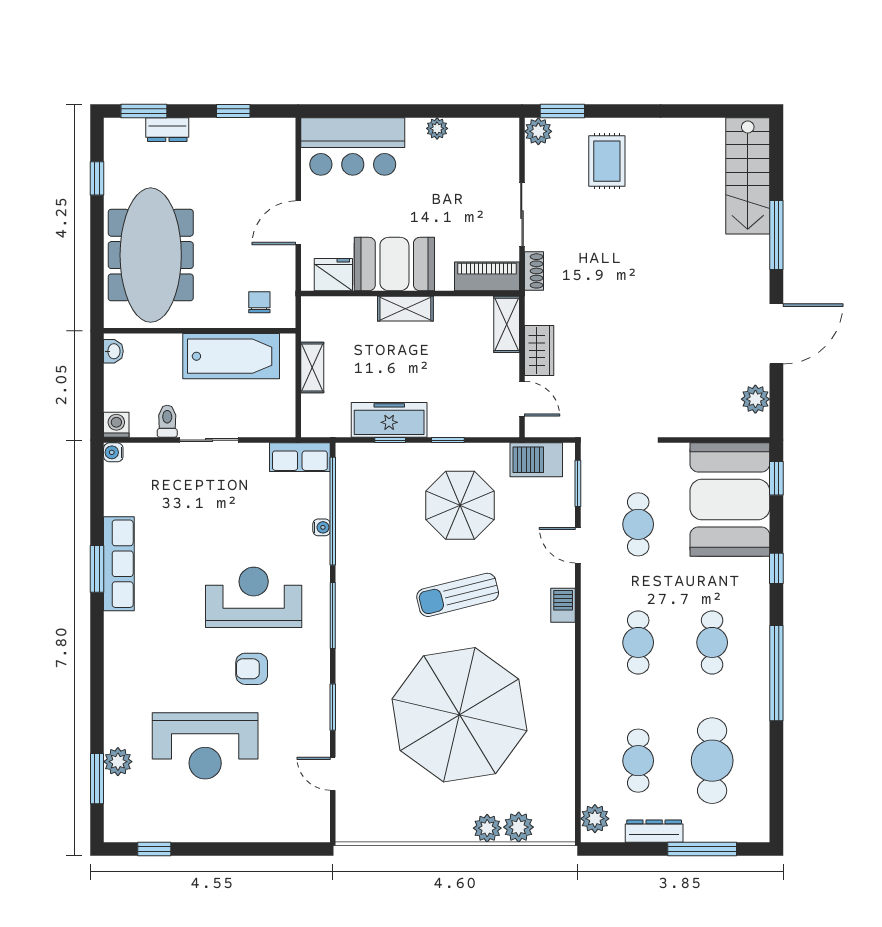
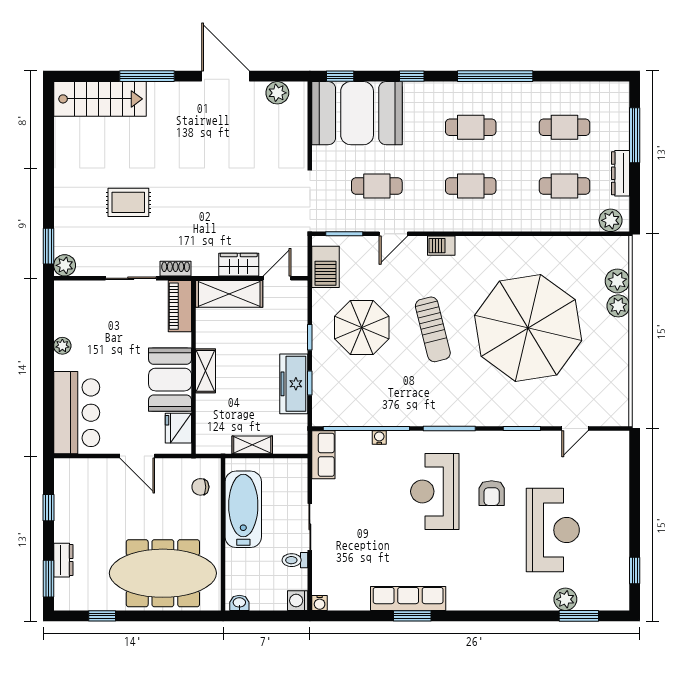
rug: (607, 161) -> (128, 202), moved
shelving: (507, 324) -> (229, 294), width x1.50, depth x1.33
cafe table: (712, 761) -> (565, 127), width x0.73, depth x0.74

